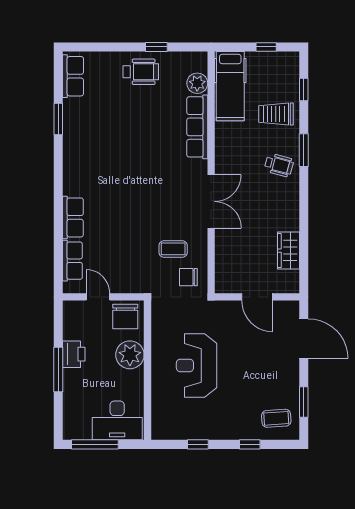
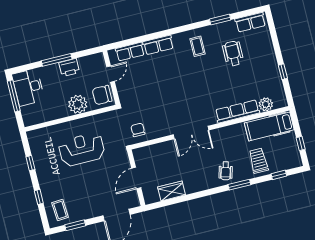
wheelchair: (141, 72) -> (233, 53), moved, turned 180
coffee table: (173, 249) -> (197, 46), moved
desk: (117, 420) -> (28, 87), moved

